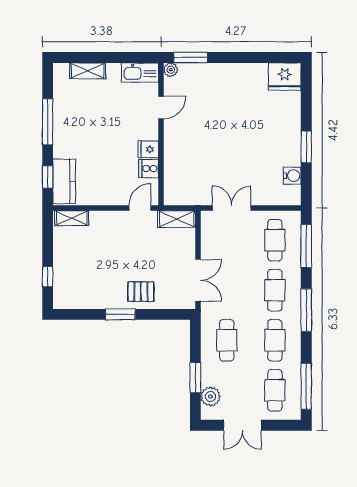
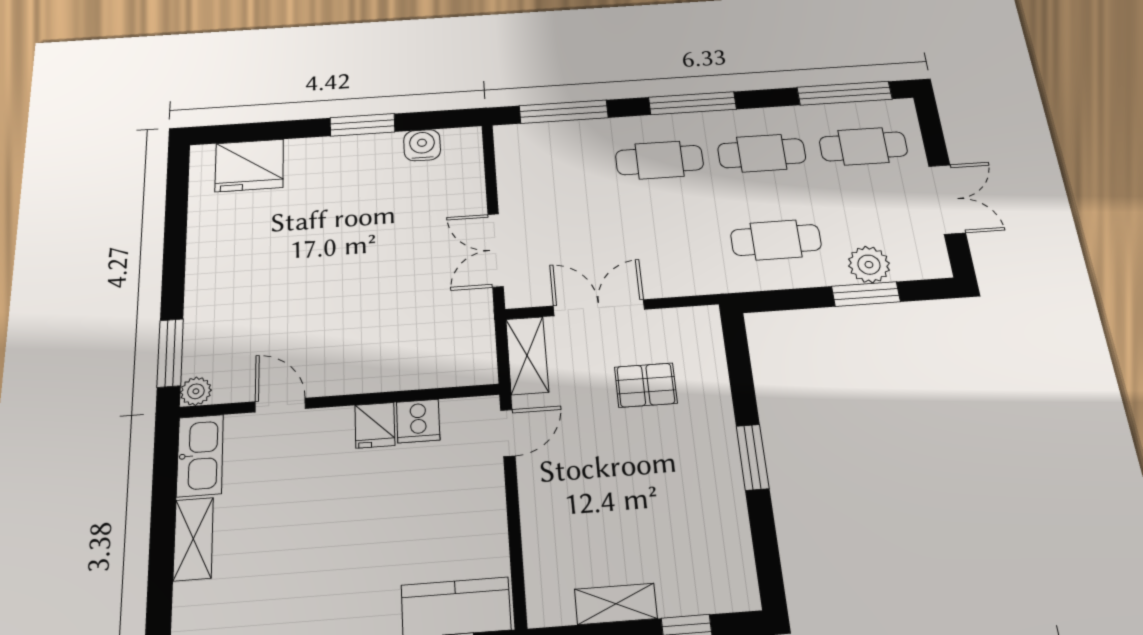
shelving: (88, 71) -> (193, 539), moved
fridge: (285, 77) -> (249, 165), moved, turned 90
door: (140, 208) -> (508, 433), swing flipped
shelving: (72, 218) -> (616, 604), moved, turned 90
cafe table: (275, 240) -> (557, 167), removed
double door: (198, 280) -> (599, 308), moved
pallet: (141, 292) -> (646, 385), moved, turned 90
plant: (210, 397) -> (869, 265), moved

